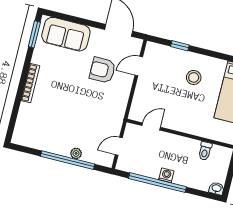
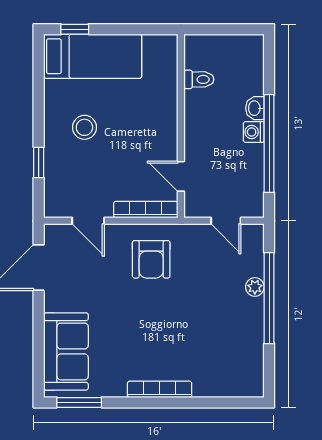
armchair: (103, 70) -> (151, 259), moved
bookcase: (137, 101) -> (146, 210), added
washbasin: (216, 188) -> (255, 108), moved

